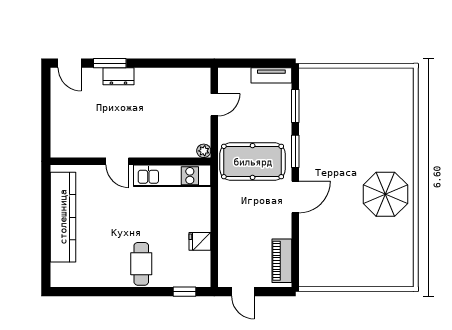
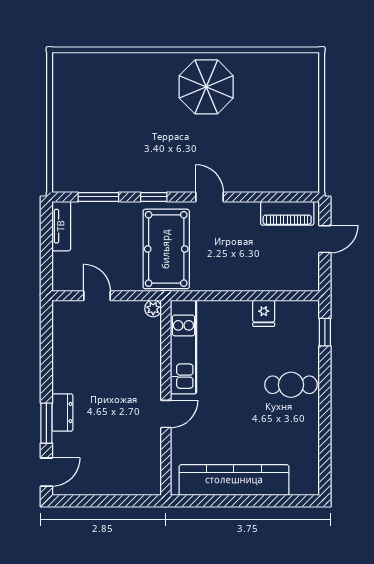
window: (295, 151) -> (154, 197), width x0.67
door: (295, 197) -> (210, 197), width x0.73
door: (243, 292) -> (325, 239), moved

